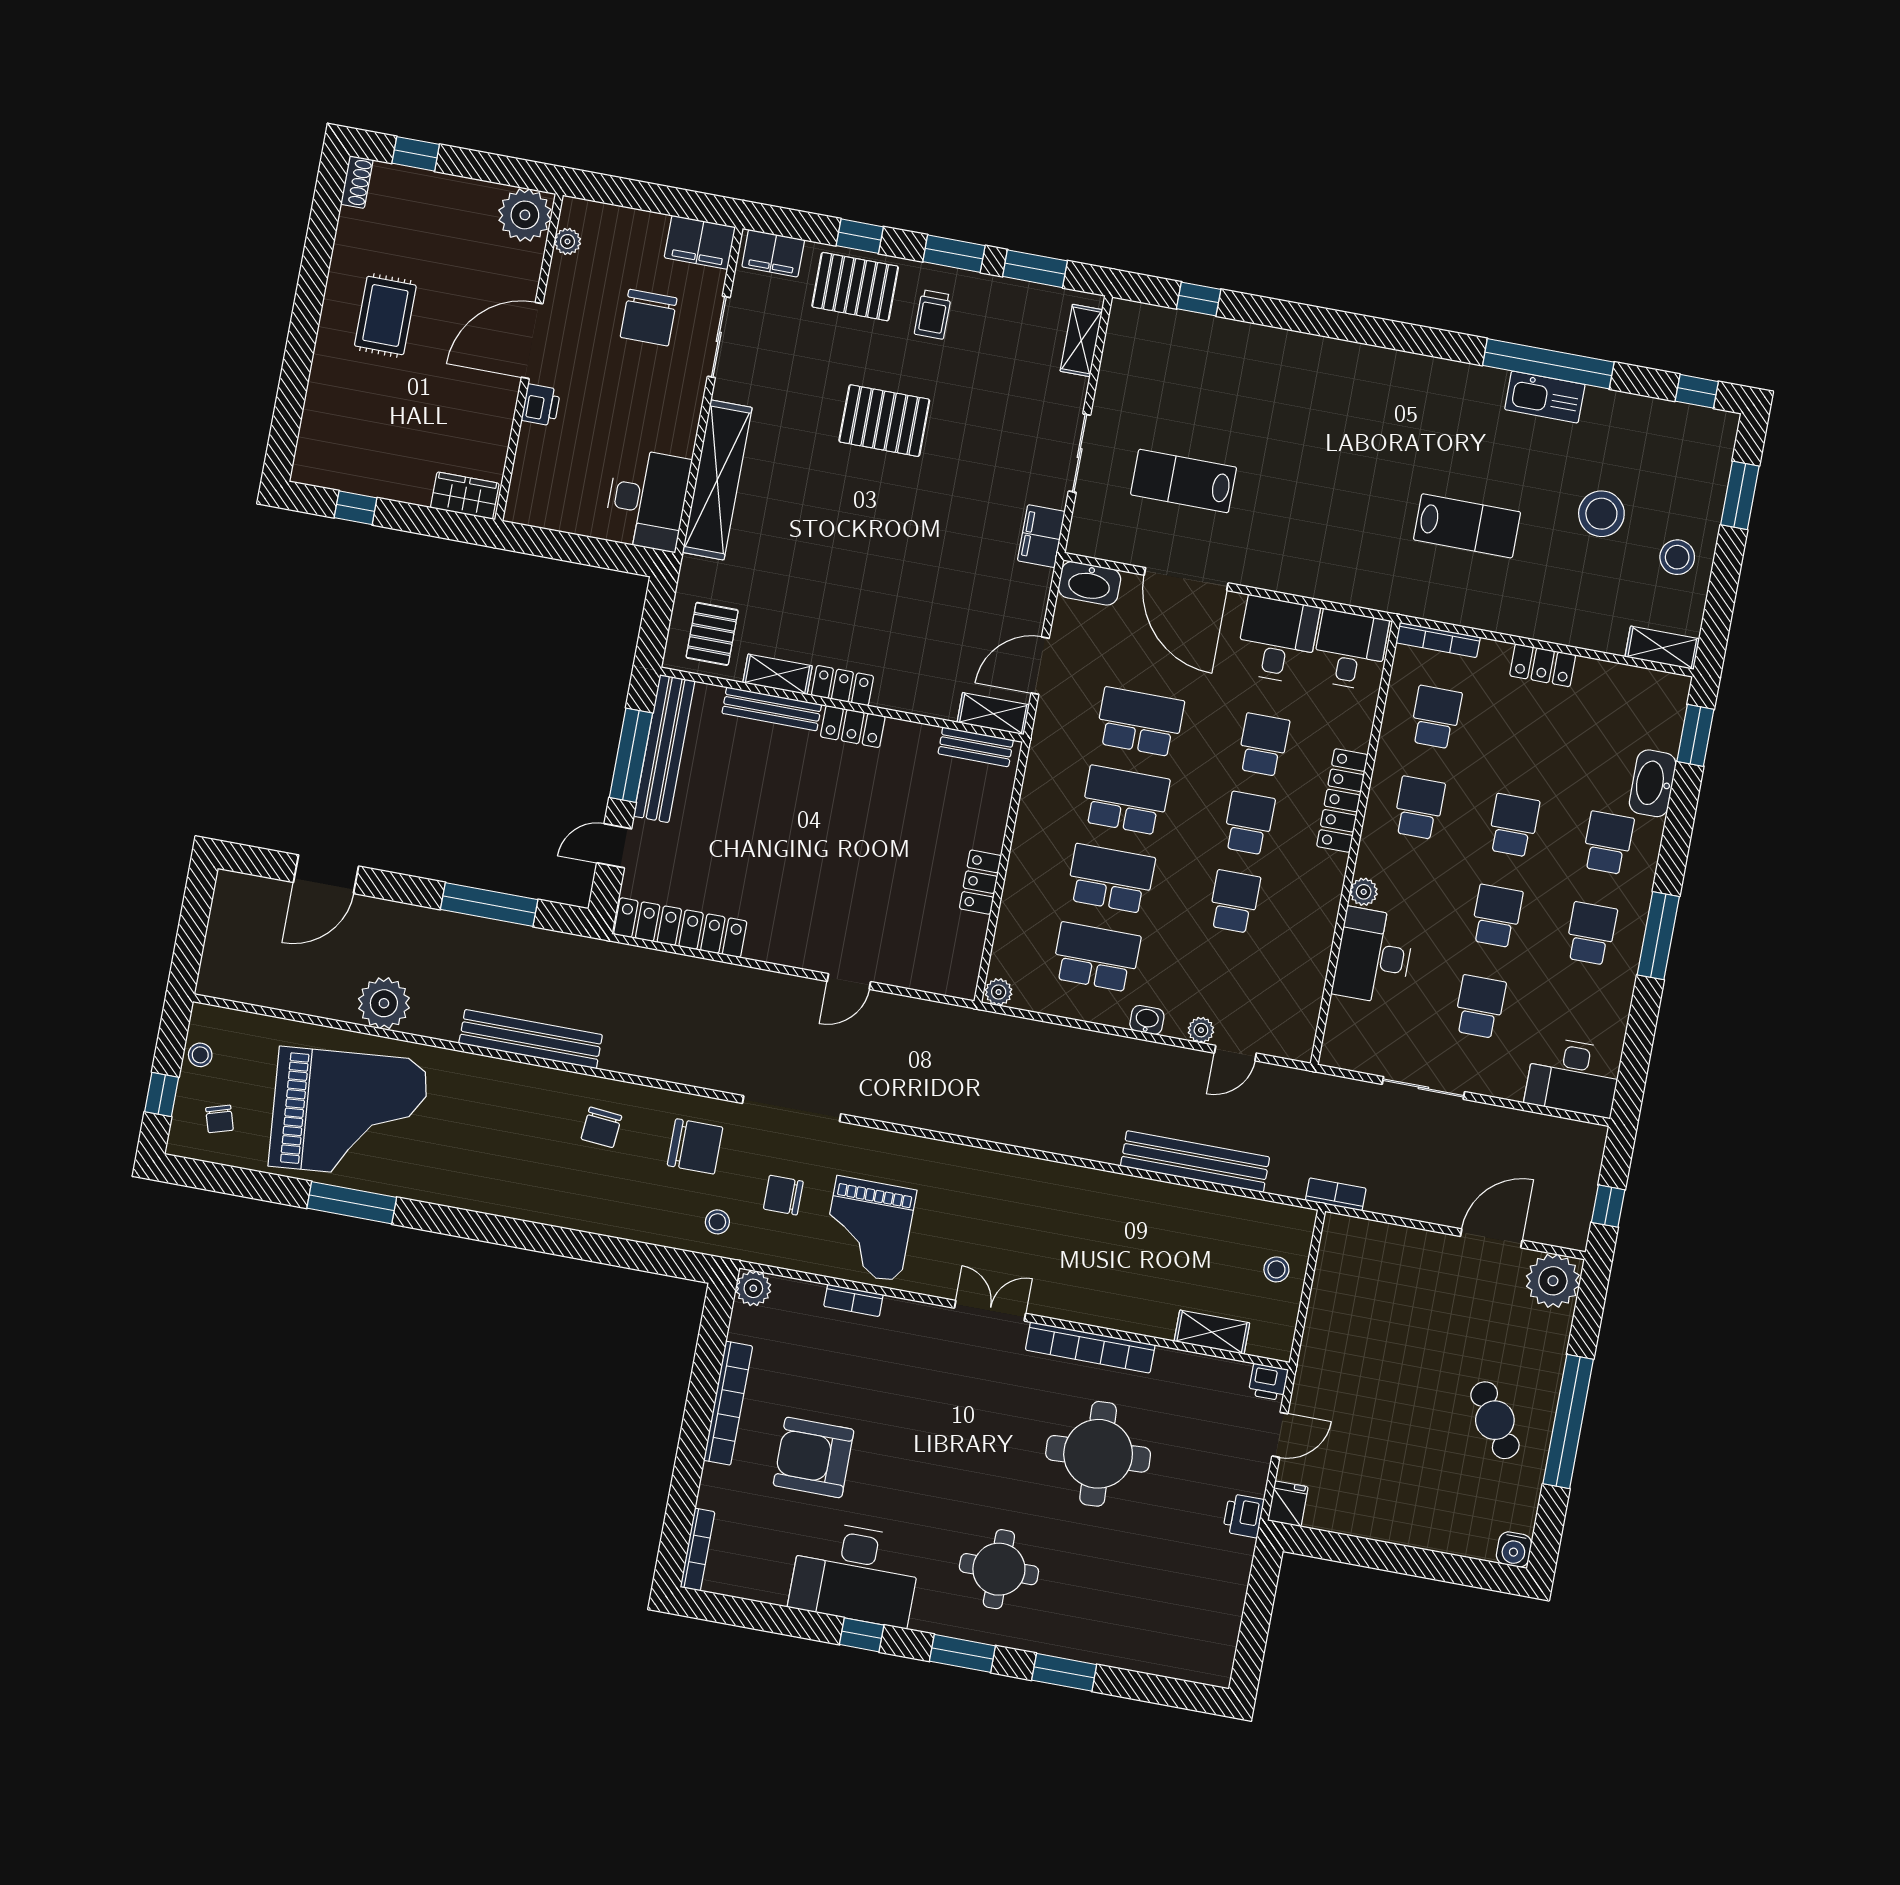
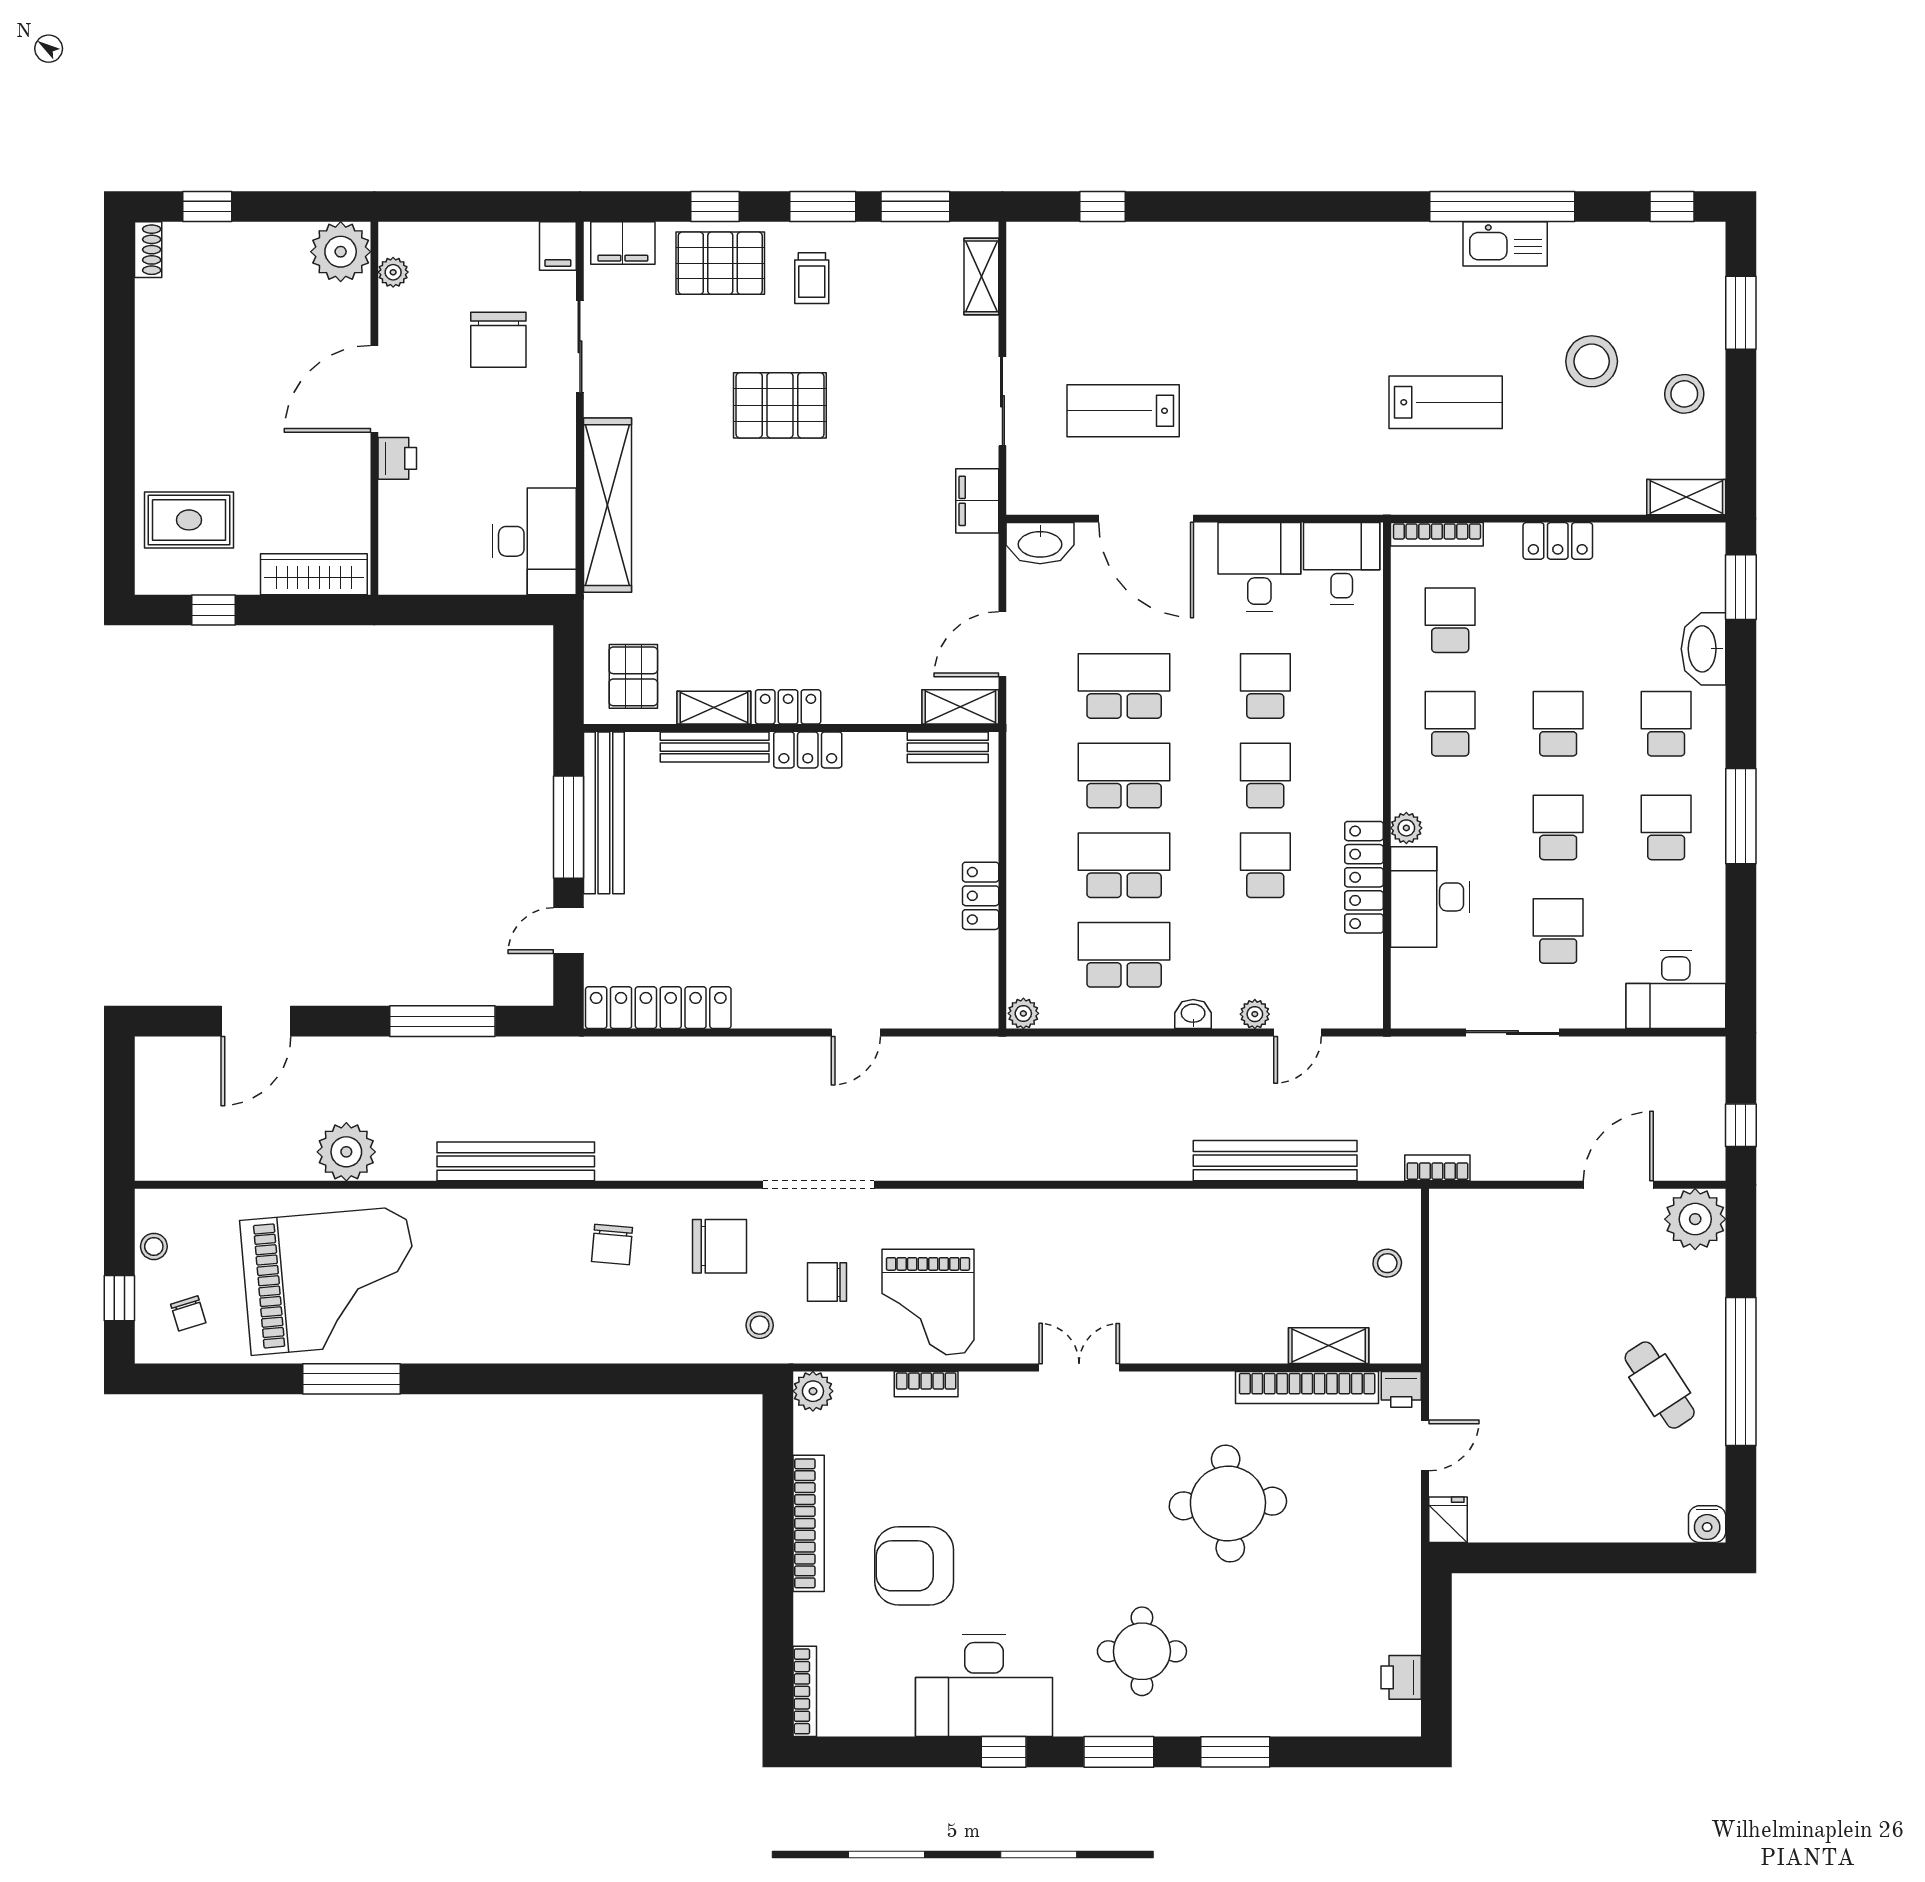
filing cabinet: (700, 242) -> (558, 246), width x0.50
rug: (385, 316) -> (189, 520), moved, turned 90
wardrobe: (465, 496) -> (314, 574), width x1.50
locker: (1342, 801) -> (1364, 877), moved
bookcase: (1090, 1347) -> (1307, 1388), moved
printer: (1243, 1516) -> (1401, 1677), moved

